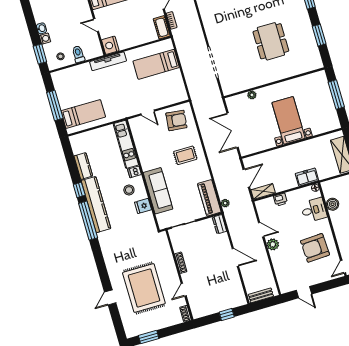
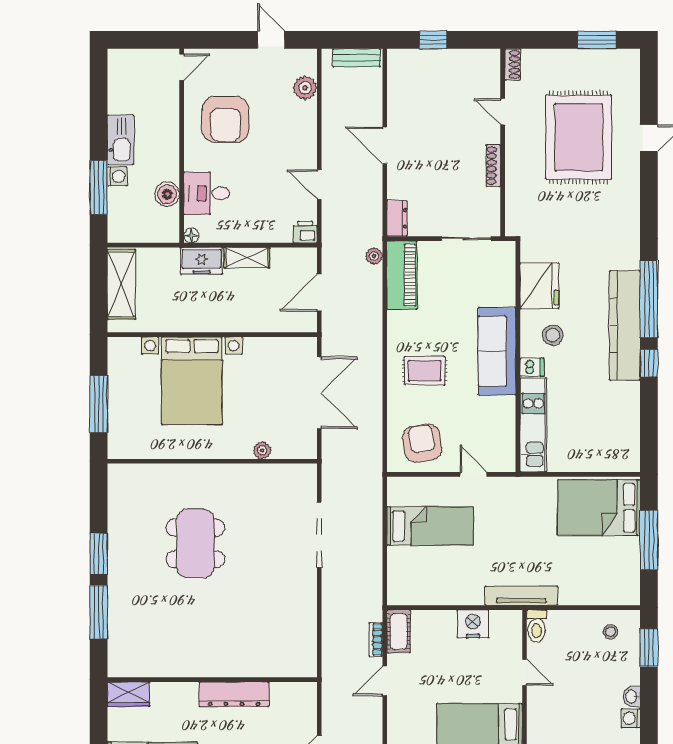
window: (319, 35) -> (99, 554), moved
washing machine: (45, 39) -> (631, 718), moved
nightstand: (110, 45) -> (473, 624), moved, turned -90
toilet: (78, 54) -> (537, 626), moved
bed: (156, 64) -> (430, 526), moved
bed: (83, 114) -> (599, 508), width x1.50
armchair: (176, 120) -> (422, 443), turned 73
bed with nightstands: (289, 120) -> (192, 381), width x1.36
kitchen counter: (83, 166) -> (628, 407), removed
sofa: (158, 191) -> (497, 351), moved
shelving: (263, 191) -> (247, 258), moved
printer: (280, 200) -> (305, 232), moved
fridge: (143, 206) -> (539, 286), width x1.88, depth x1.34
plant: (273, 244) -> (305, 88), moved
armchair: (315, 248) -> (225, 119), turned 93
door: (184, 290) -> (503, 112), swing flipped

